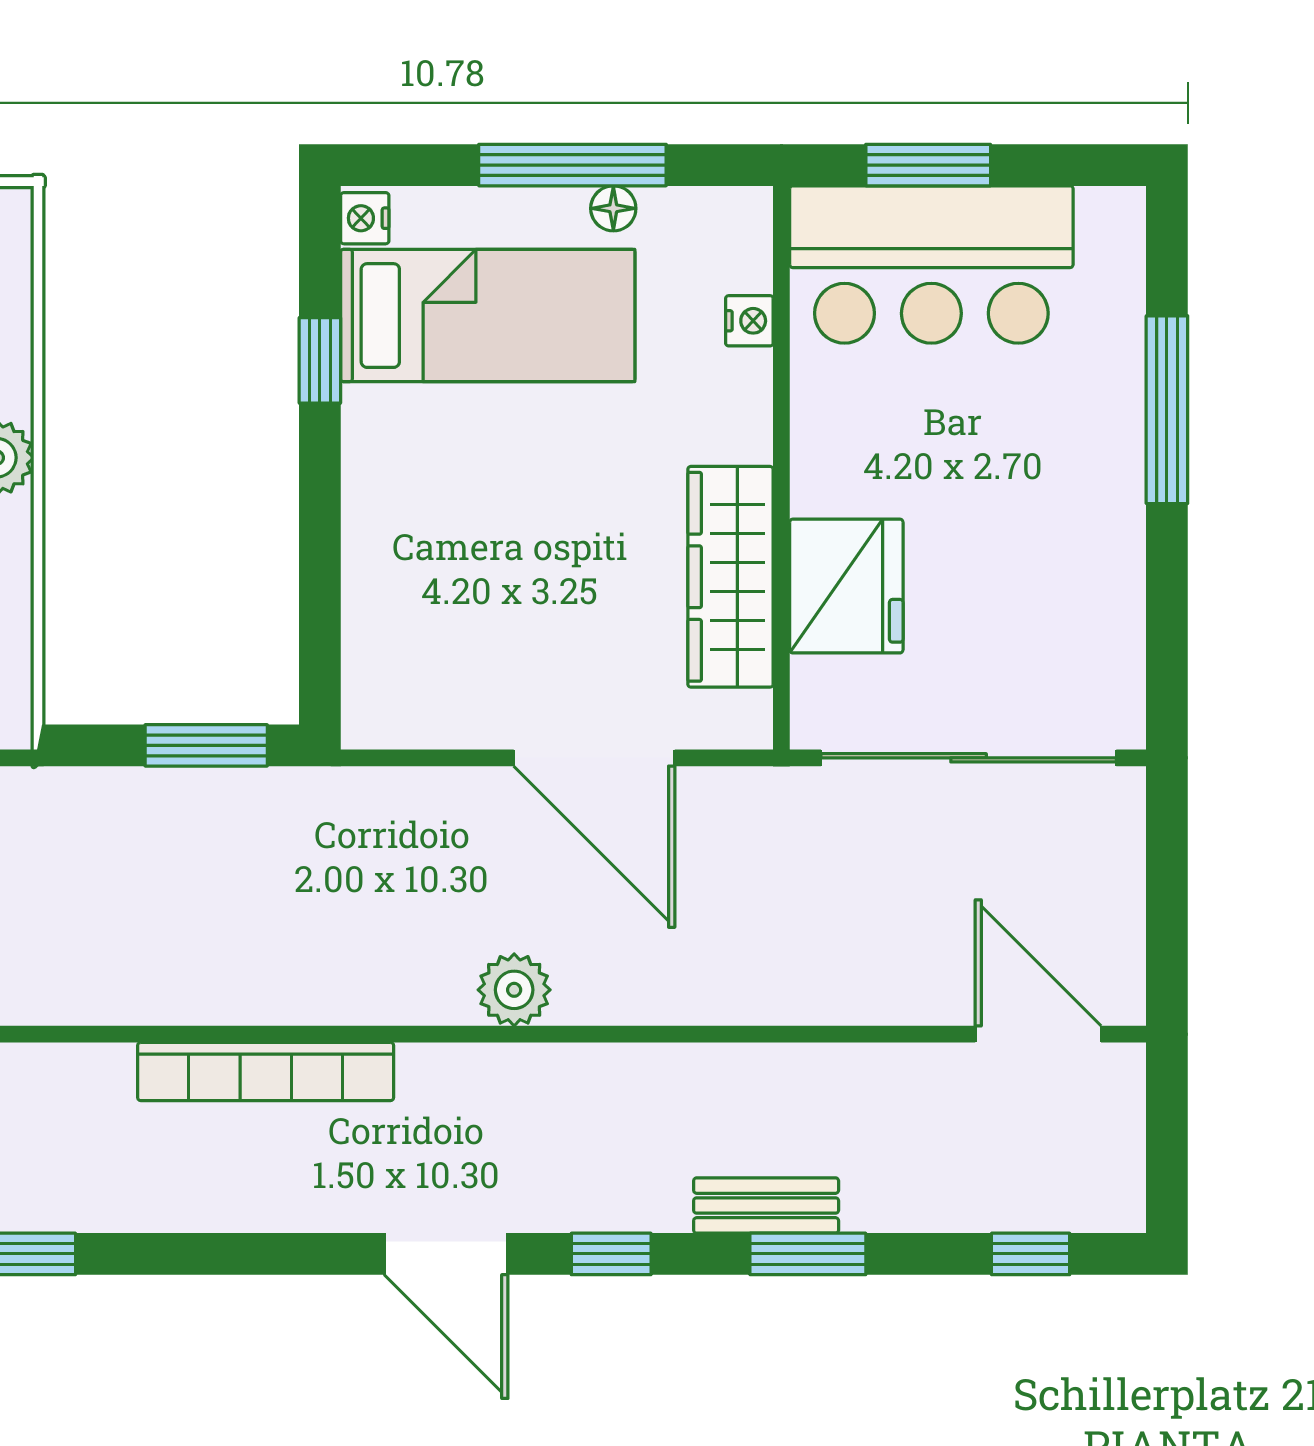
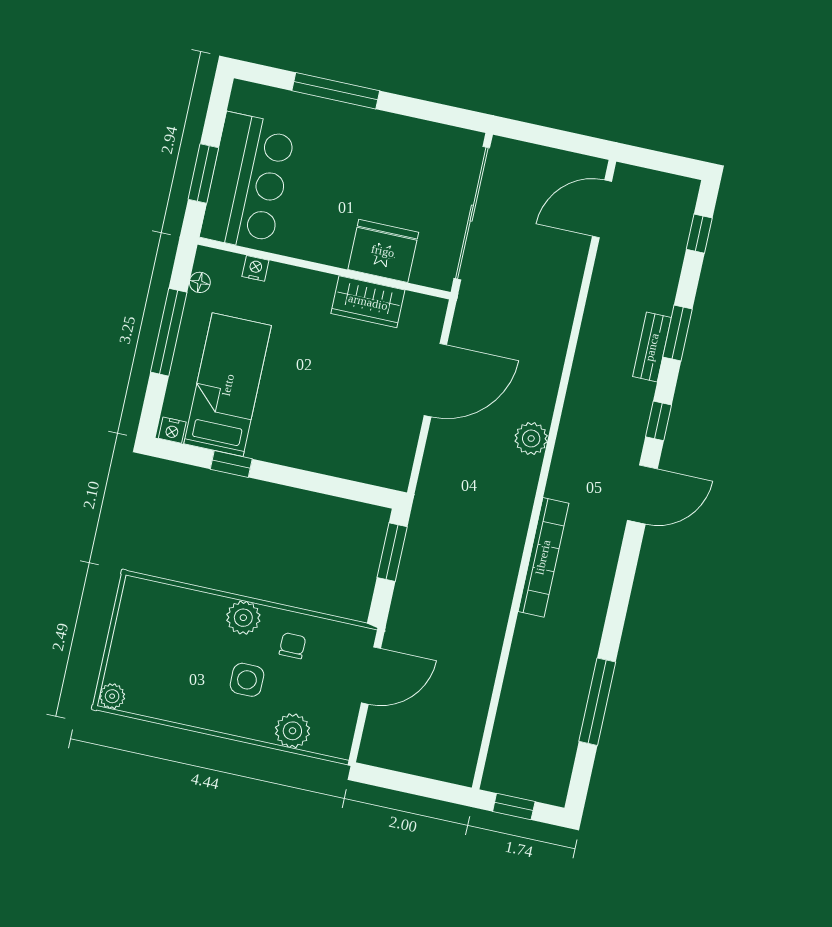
floor lamp: (613, 208) -> (200, 282), moved
wardrobe: (730, 577) -> (368, 302), width x0.67

